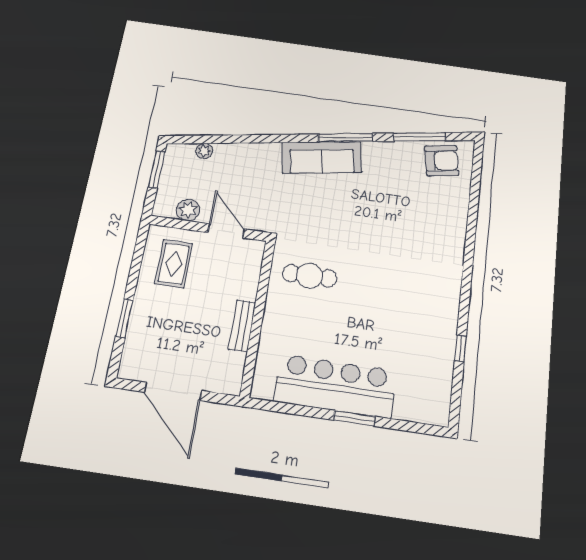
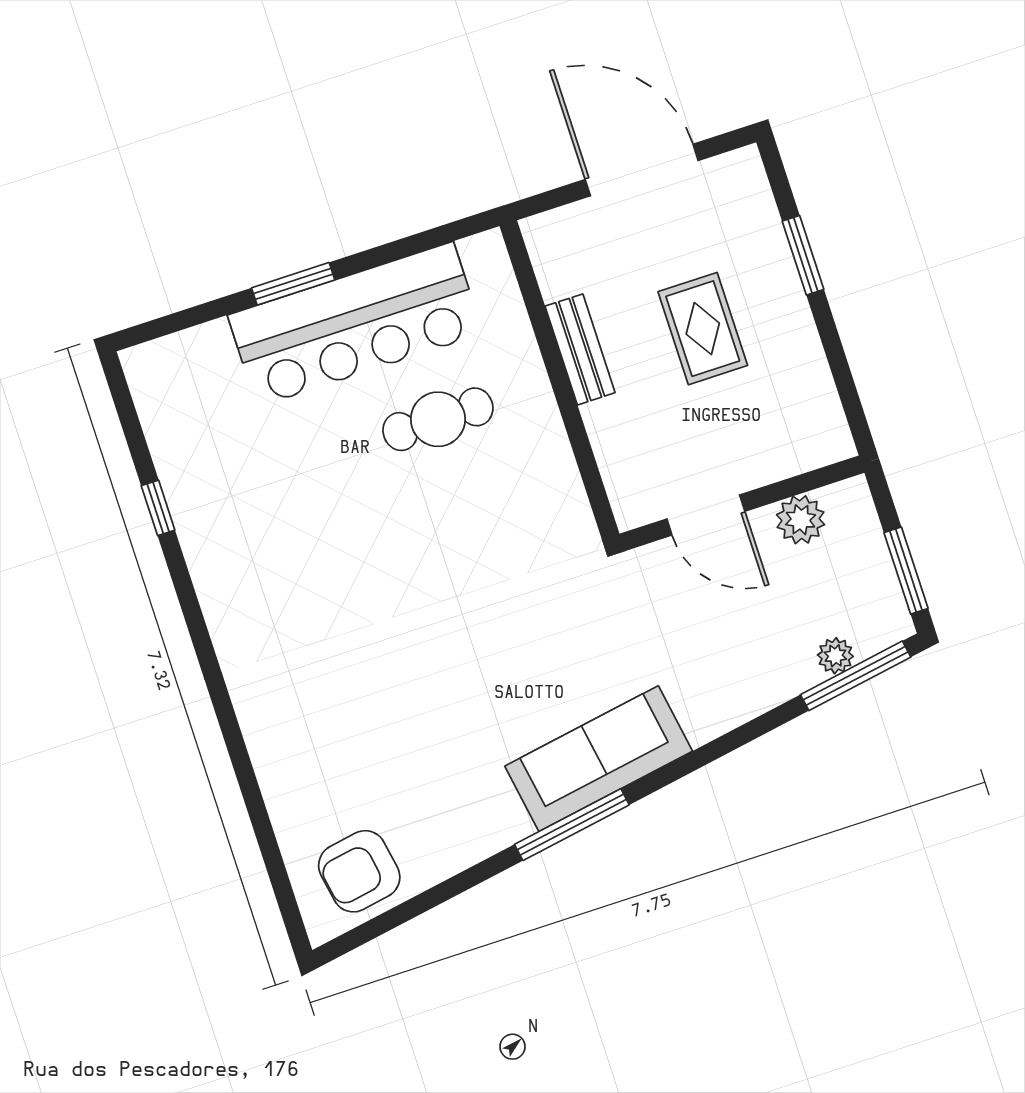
window: (419, 137) -> (856, 676), moved
rug: (174, 264) -> (703, 329), moved
cafe table: (310, 276) -> (438, 419), moved

